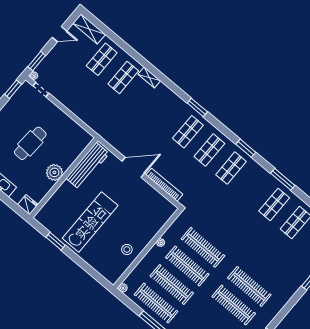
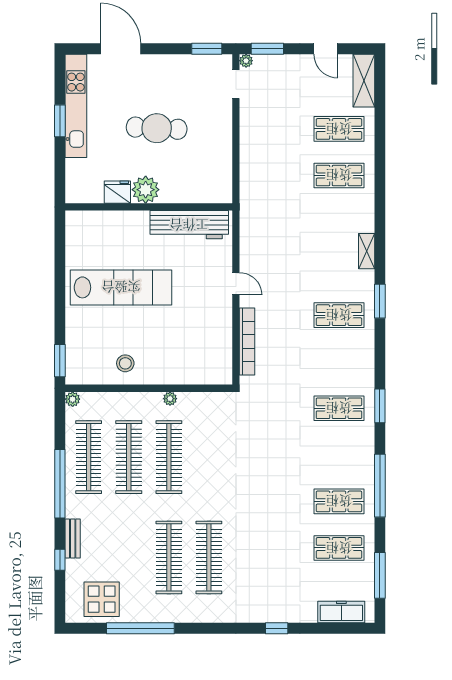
shelving: (149, 77) -> (367, 251), moved
shop shelf: (209, 150) -> (339, 362), removed
door: (133, 167) -> (236, 284), width x0.53
window: (283, 179) -> (380, 486), width x1.46
fridge: (28, 205) -> (117, 192), moved, turned -90
window: (56, 241) -> (60, 361), moved
clothes rail: (203, 247) -> (209, 457), removed

